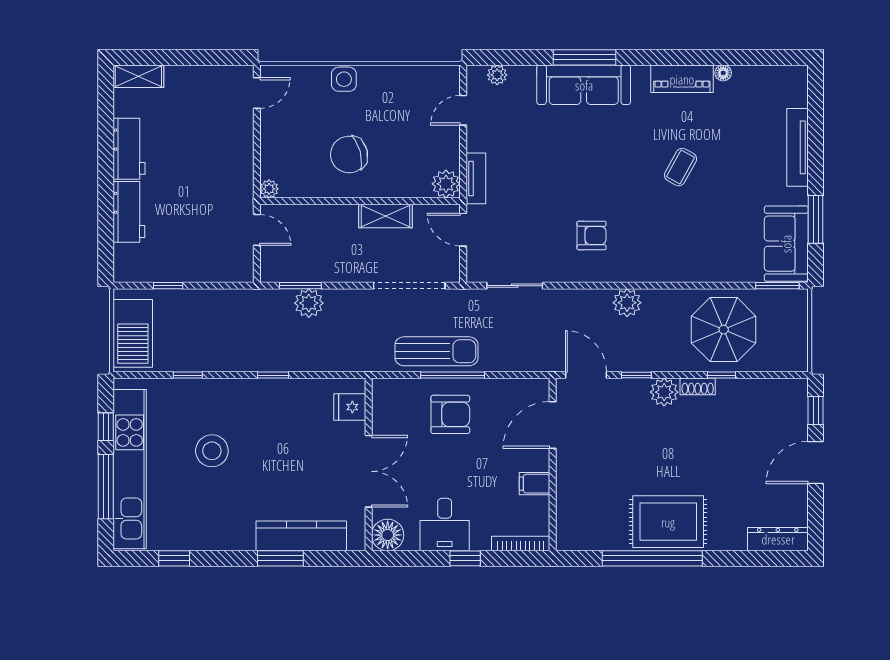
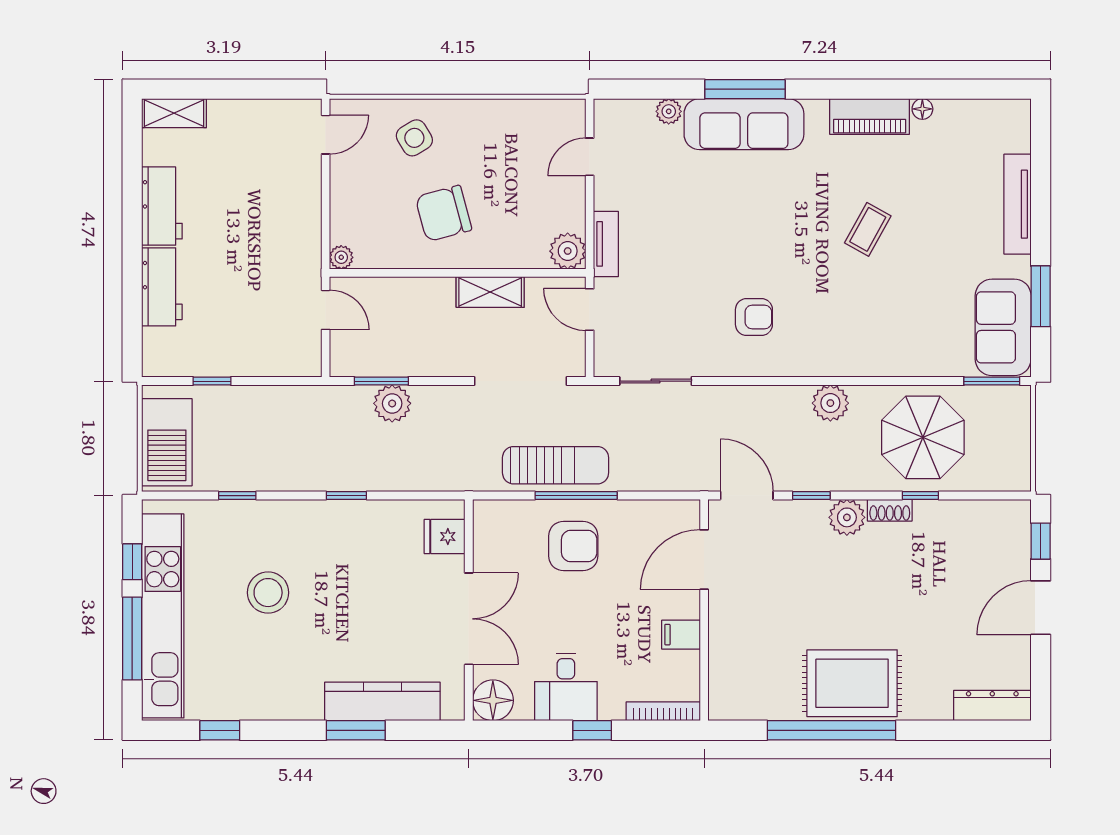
plant: (497, 75) -> (669, 111), moved
side table: (344, 79) -> (414, 138), moved, turned -31
plant: (627, 303) -> (830, 403), moved

